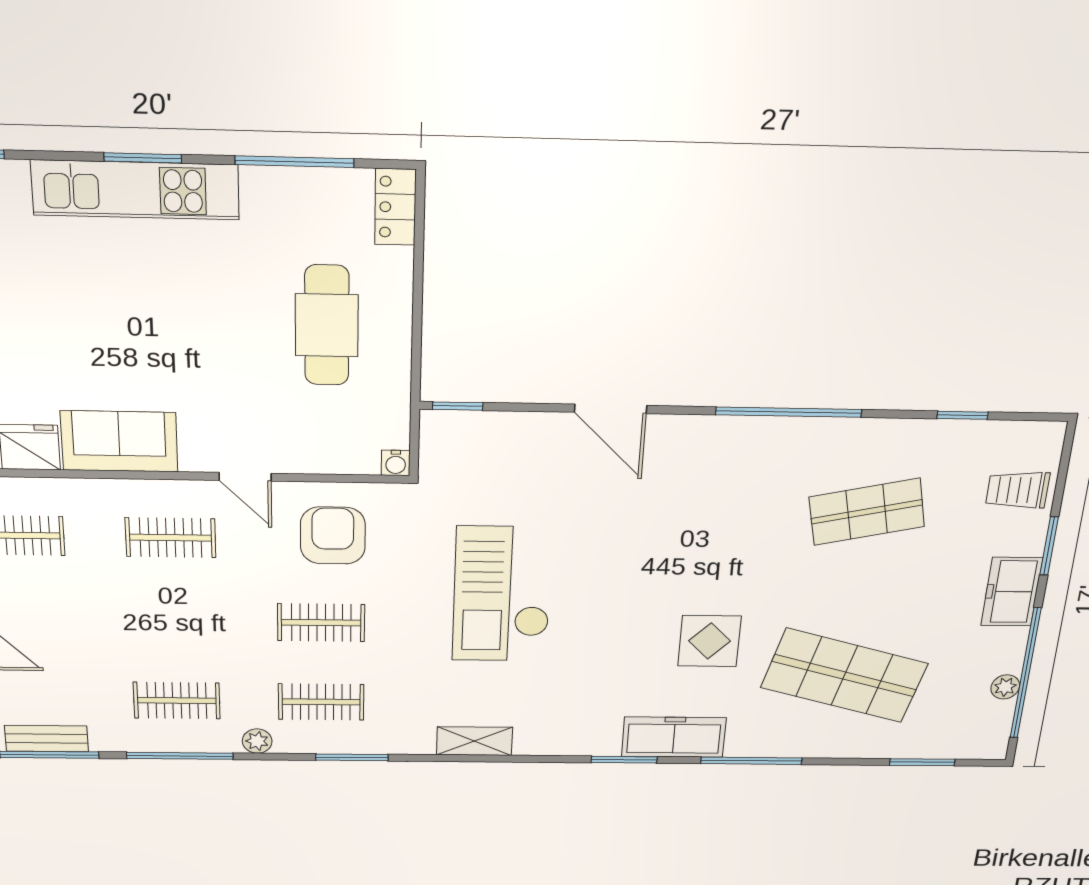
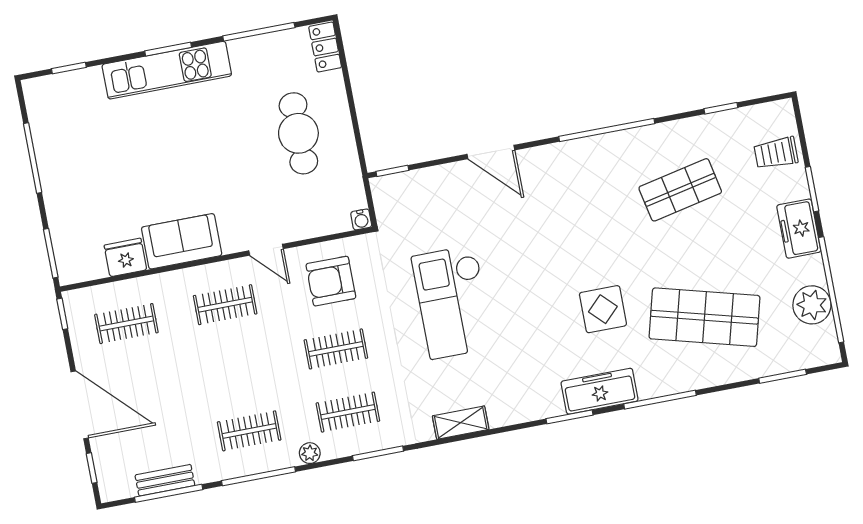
armchair: (333, 536) -> (331, 281), turned -90
plant: (1005, 687) -> (812, 305), width x1.88, depth x1.88

